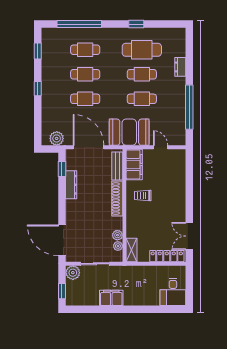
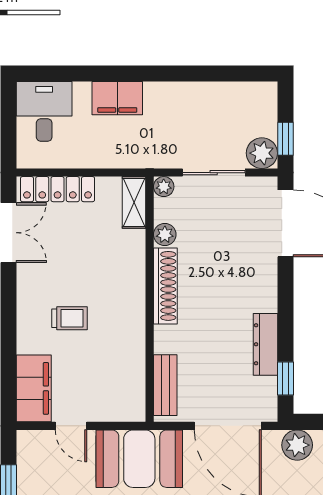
filing cabinet: (134, 164) -> (34, 388), moved, turned 180
trolley: (143, 196) -> (70, 318), moved
shoe rack: (117, 199) -> (165, 286), moved
plant: (118, 246) -> (164, 187), moved
window: (62, 291) -> (286, 139), moved
filing cabinet: (111, 298) -> (117, 98), moved

